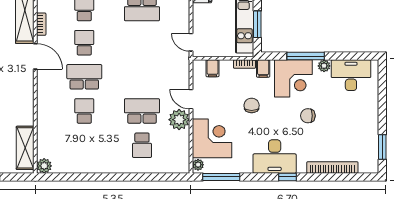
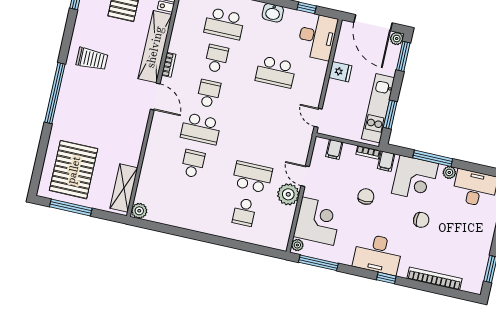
school desk: (84, 77) -> (201, 129), turned 180
chair: (308, 116) -> (421, 220), turned 180

